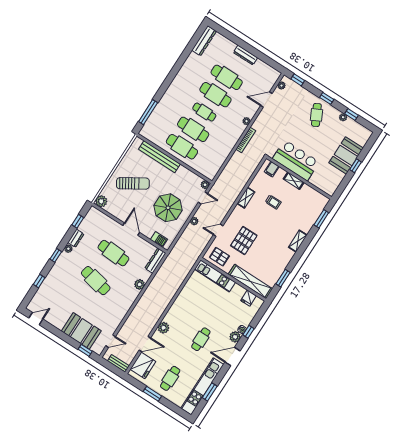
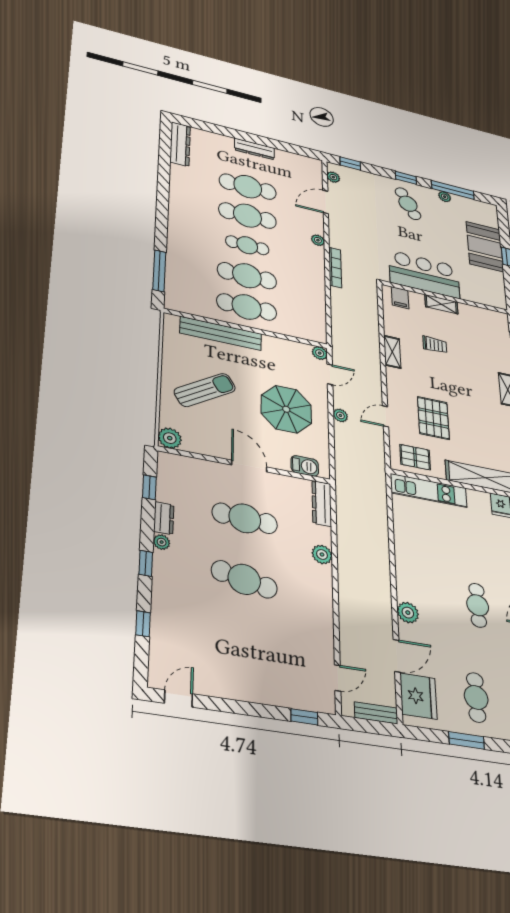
window: (352, 114) -> (453, 190), width x2.17
booth: (81, 331) -> (275, 683), removed

